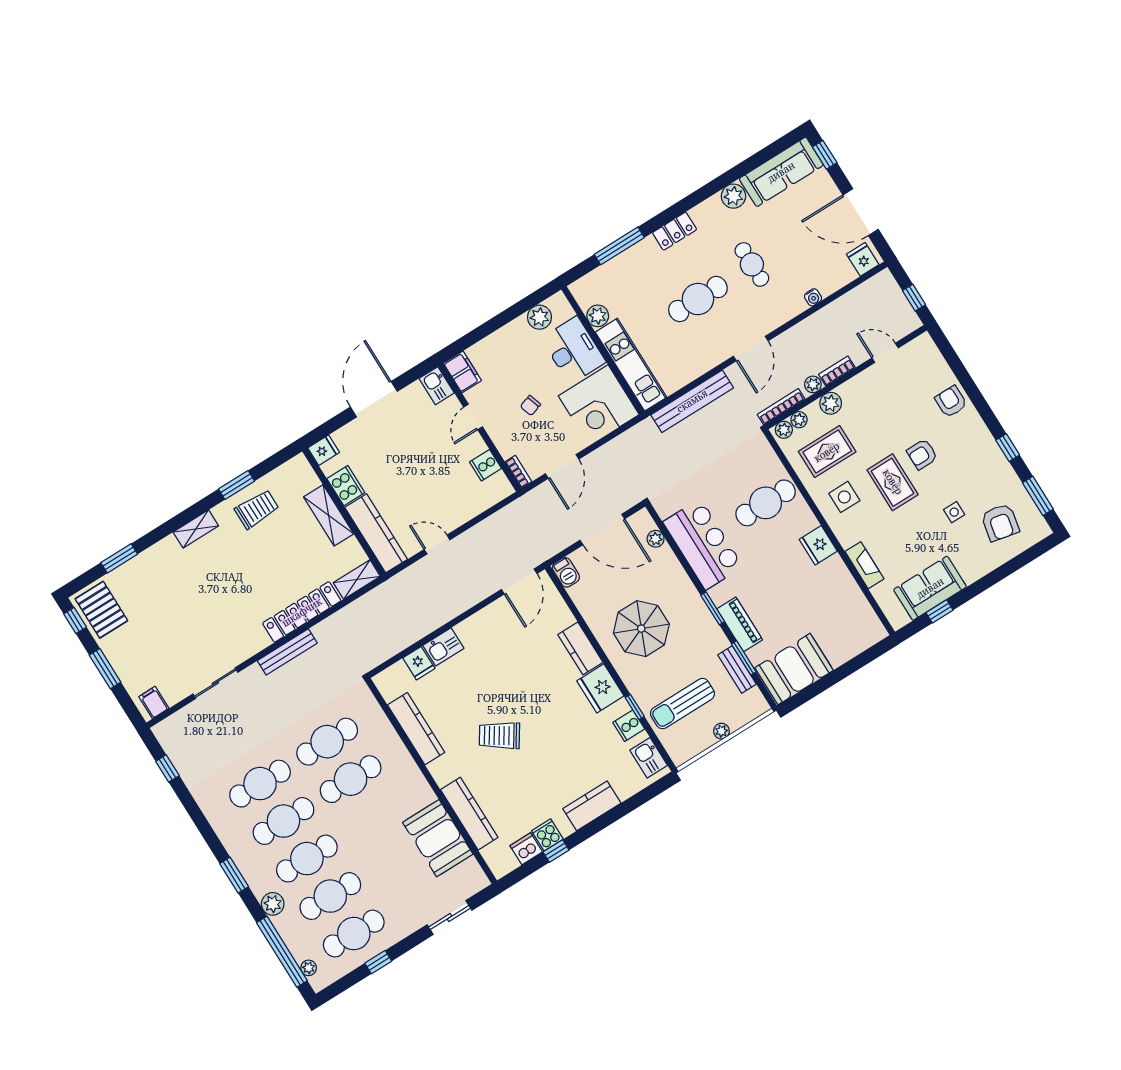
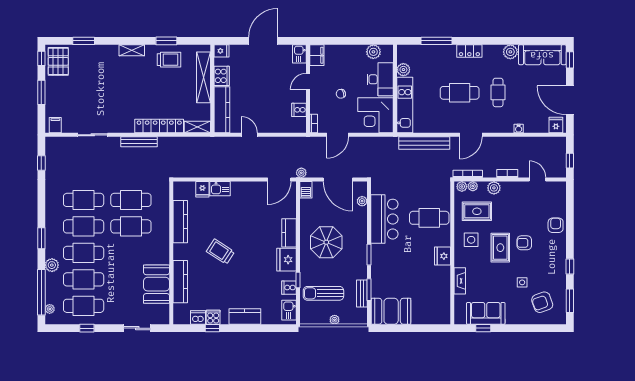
plant: (813, 384) -> (301, 173), moved
shelving: (329, 515) -> (203, 77), width x1.47
armchair: (1000, 522) -> (542, 302), turned 58
piano: (740, 624) -> (378, 271), removed

